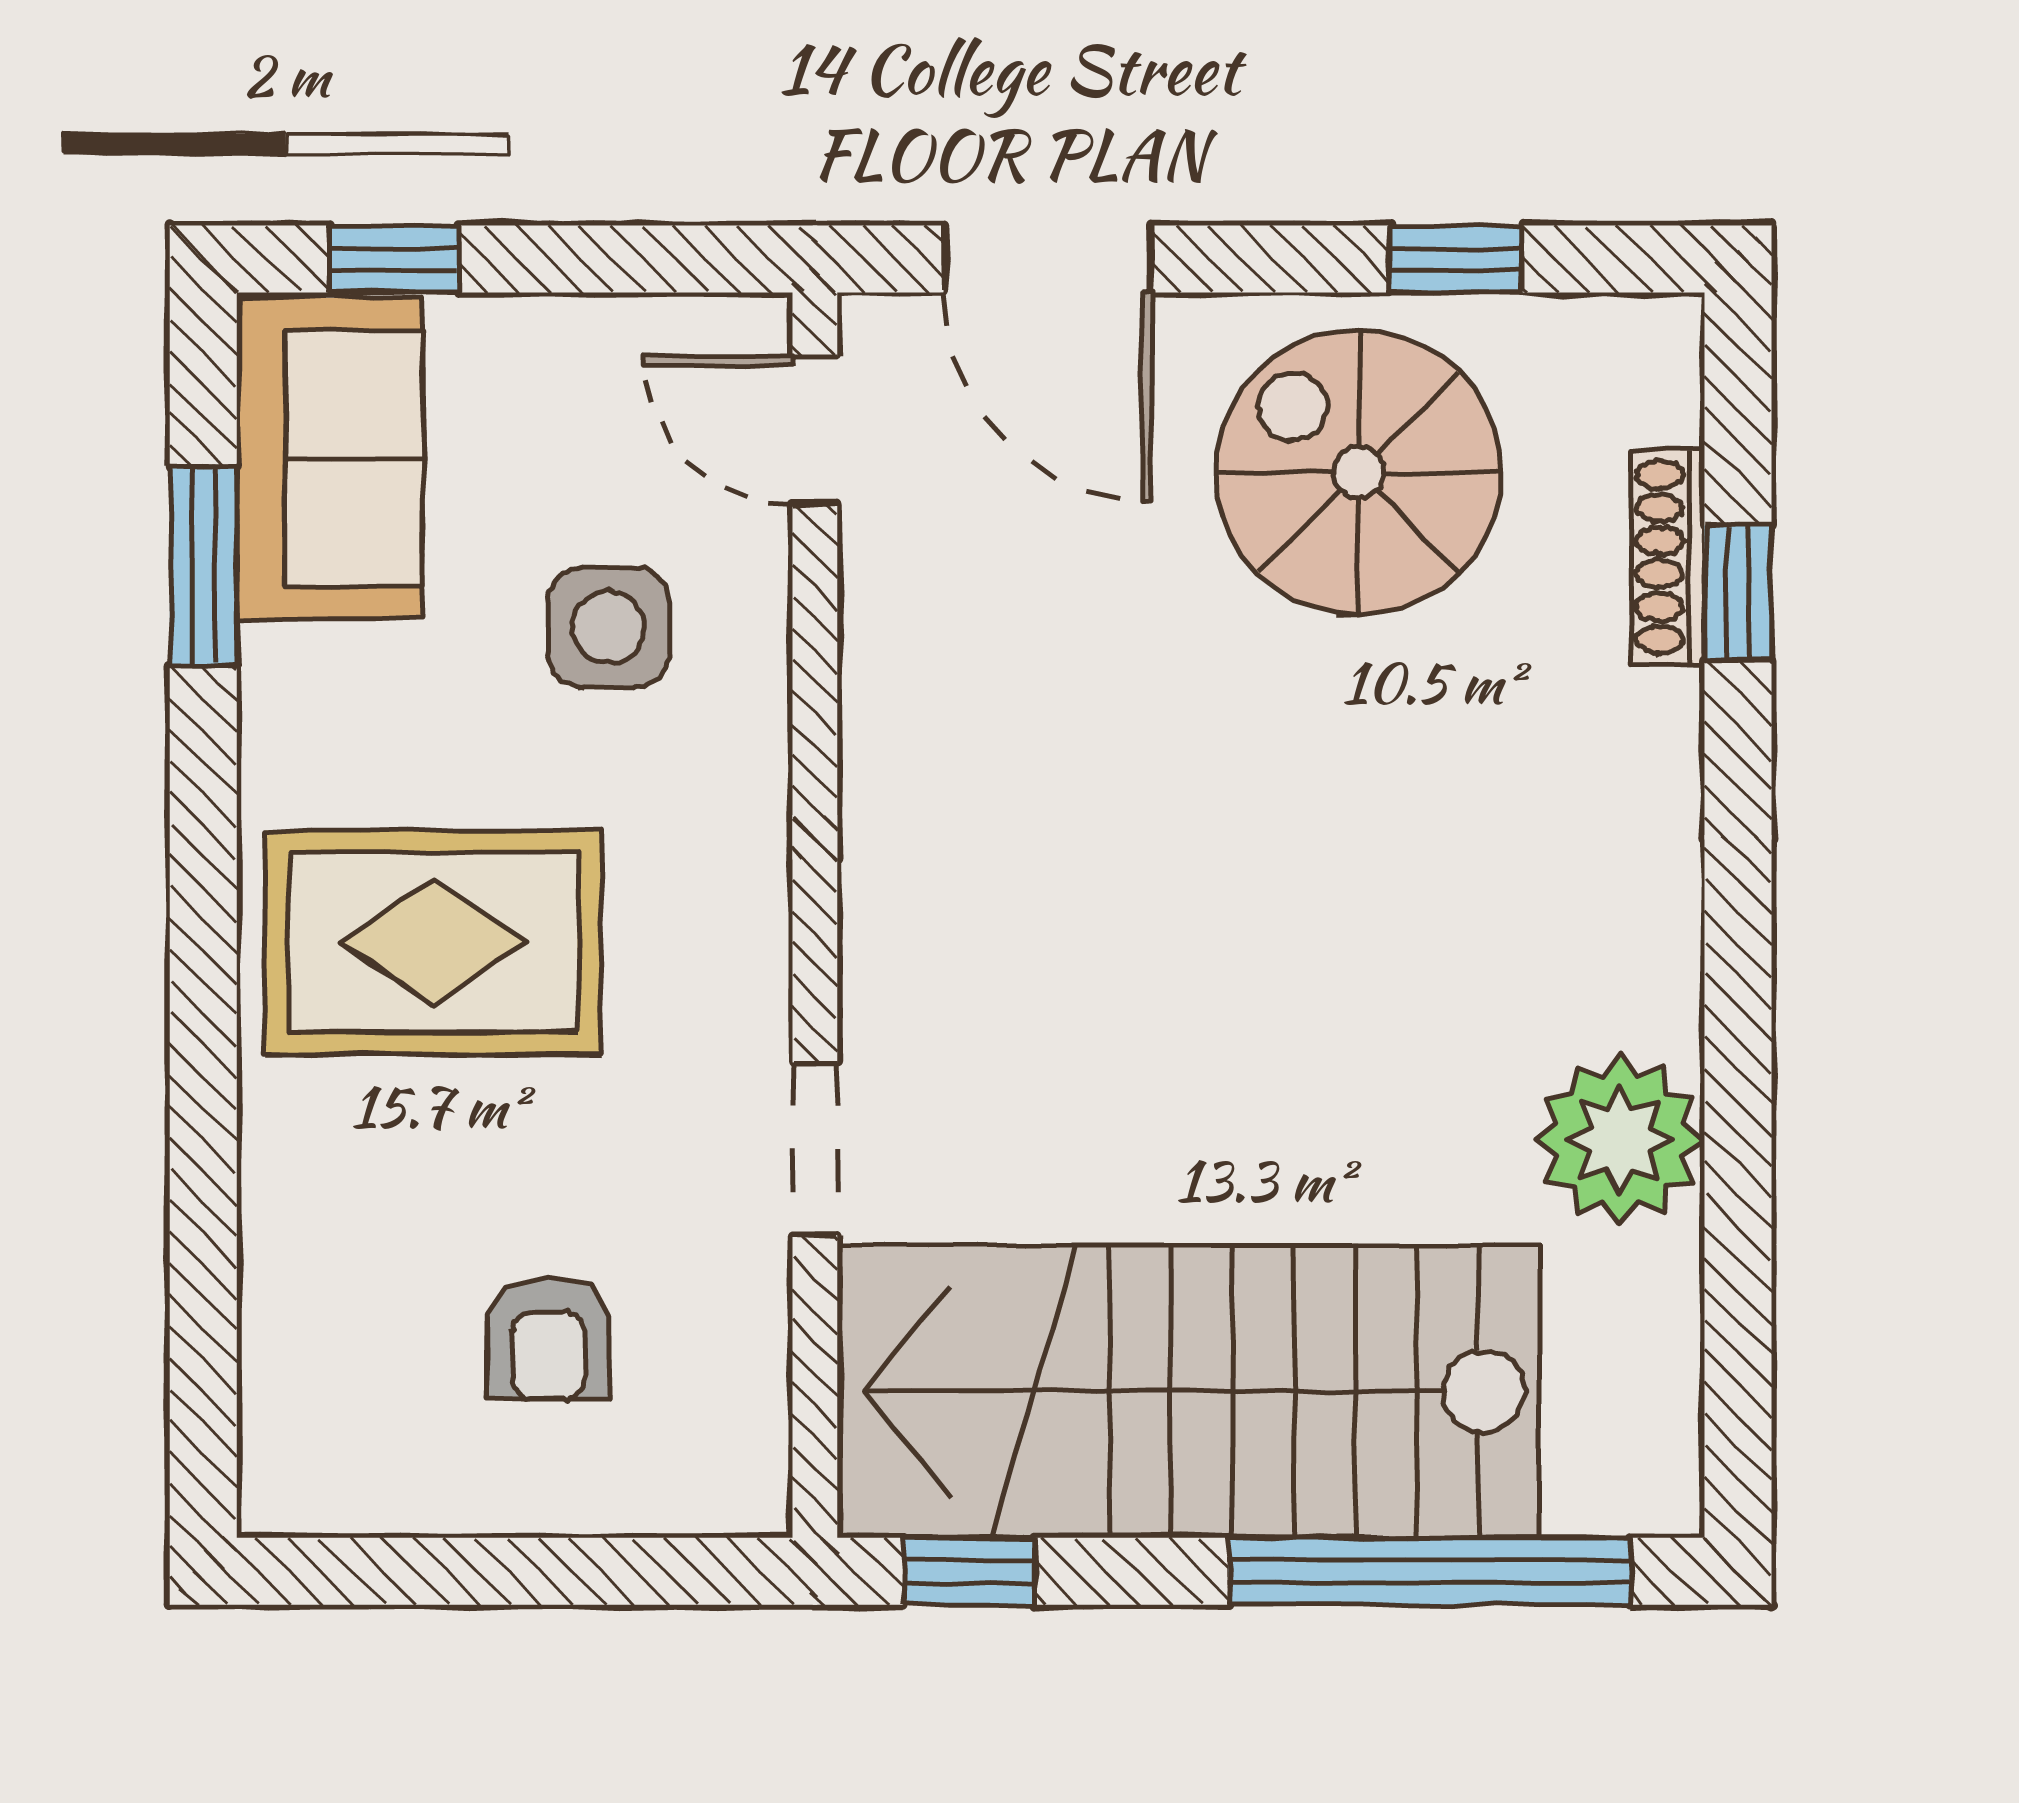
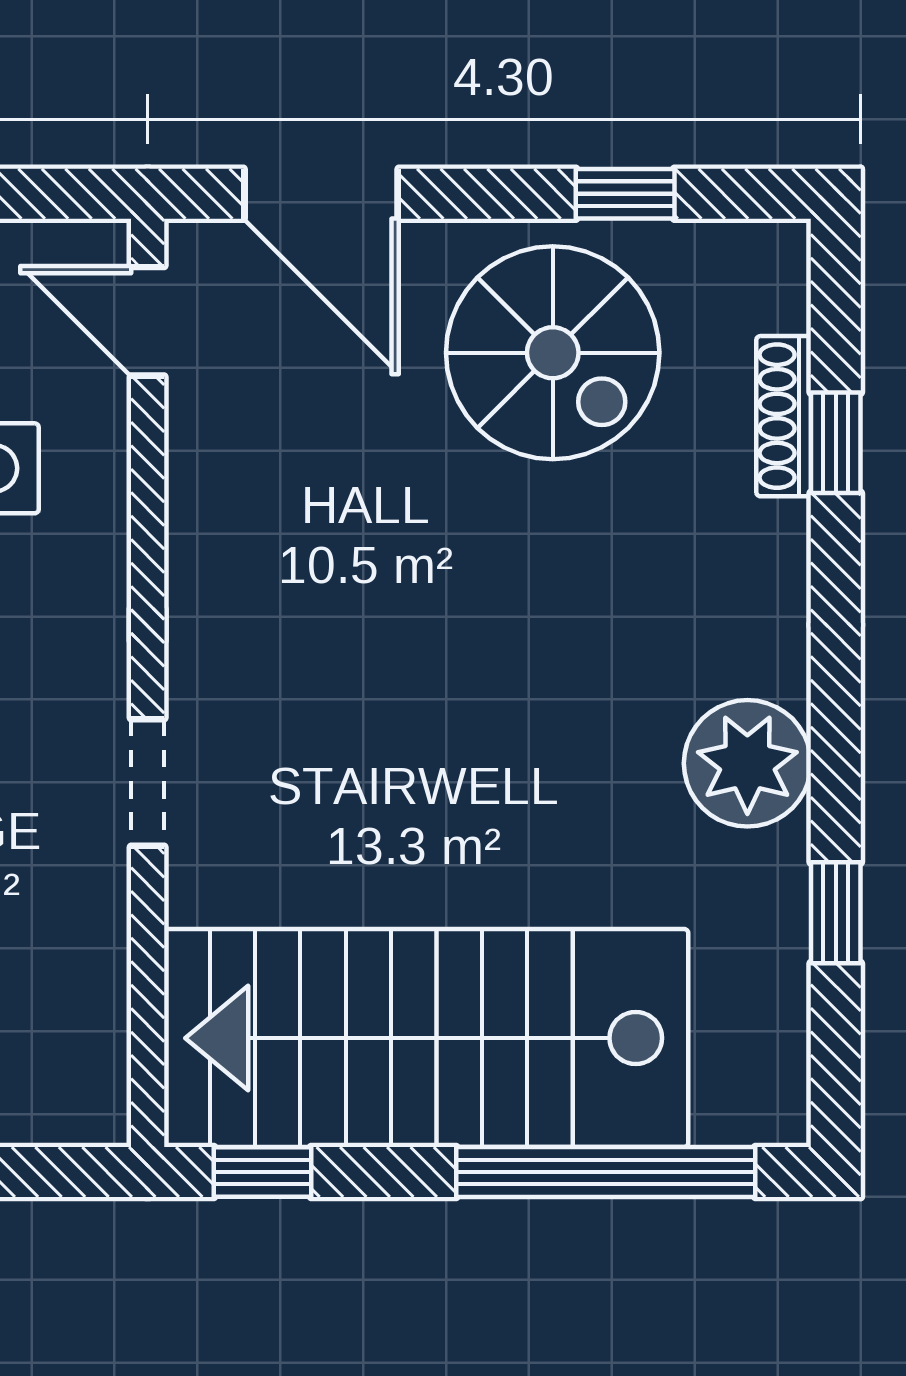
spiral stairs: (1358, 472) -> (553, 353), turned 180
plant: (1620, 1140) -> (747, 763), moved
doorway: (815, 1149) -> (148, 783), moved
window: (1738, 1223) -> (836, 913), added

